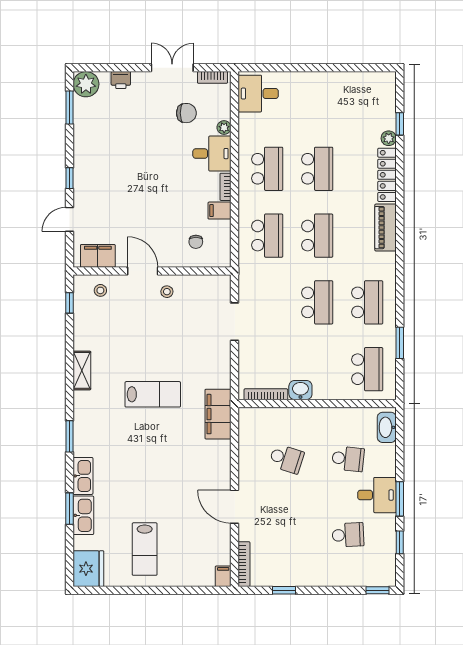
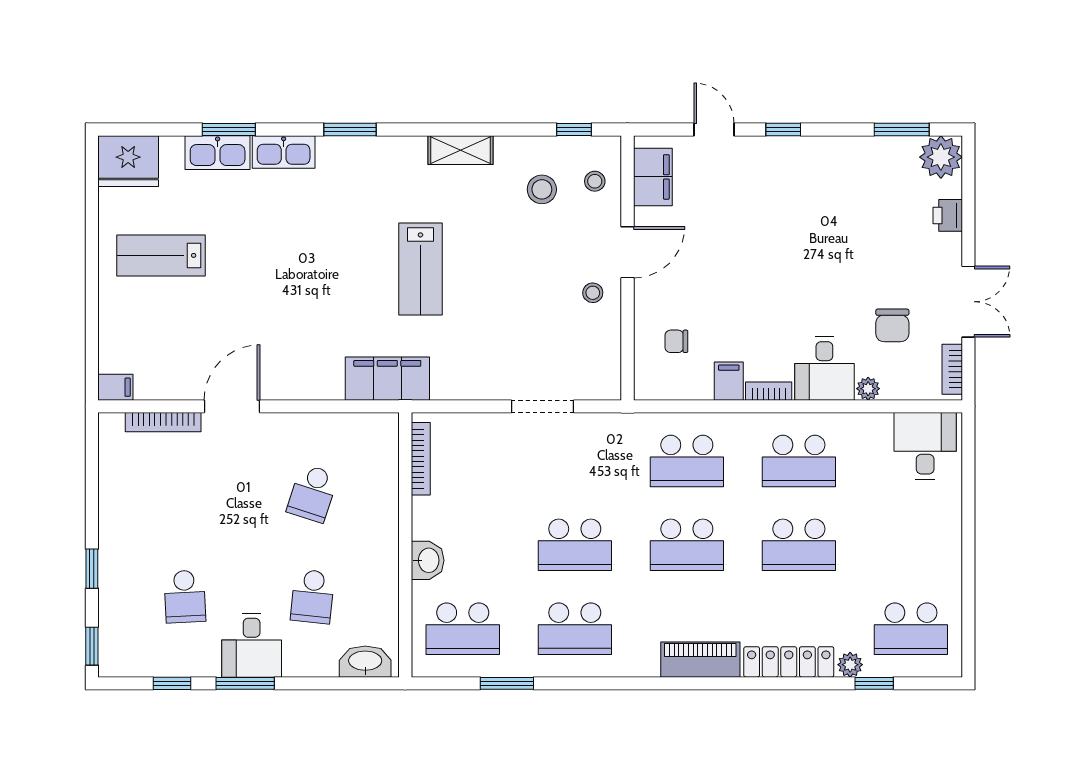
school desk: (367, 102) -> (911, 629), added
stool: (105, 322) -> (542, 189), added
washbasin: (300, 390) -> (428, 560), moved
bookcase: (244, 564) -> (163, 422), moved
window: (284, 590) -> (92, 569), moved

